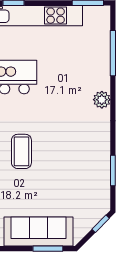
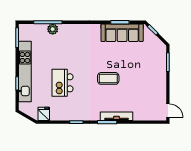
plant: (102, 100) -> (53, 29), moved
sofa: (39, 232) -> (122, 33), moved, turned -90

